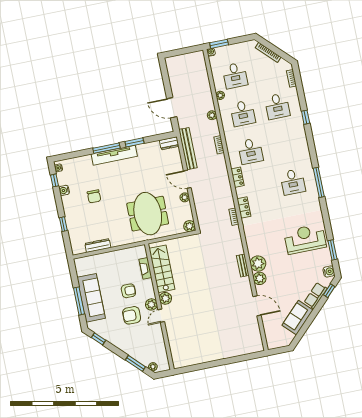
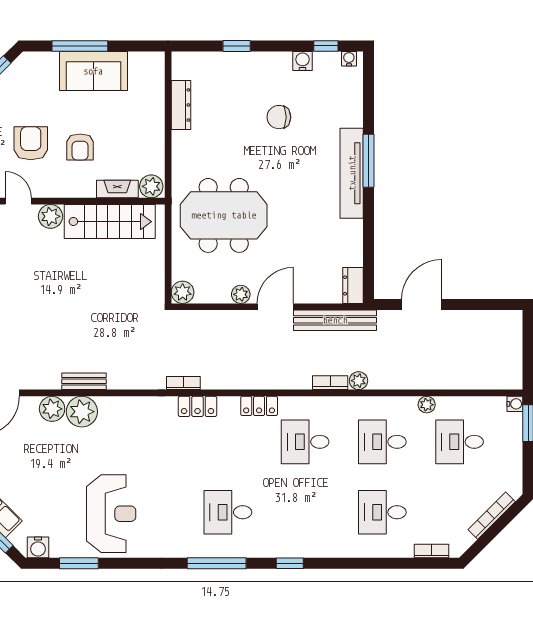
plant: (212, 115) -> (358, 381), moved
window: (306, 117) -> (290, 563), moved
window: (134, 142) -> (369, 218), removed
sofa: (91, 298) -> (93, 71), width x0.73
plant: (151, 304) -> (151, 186), moved

